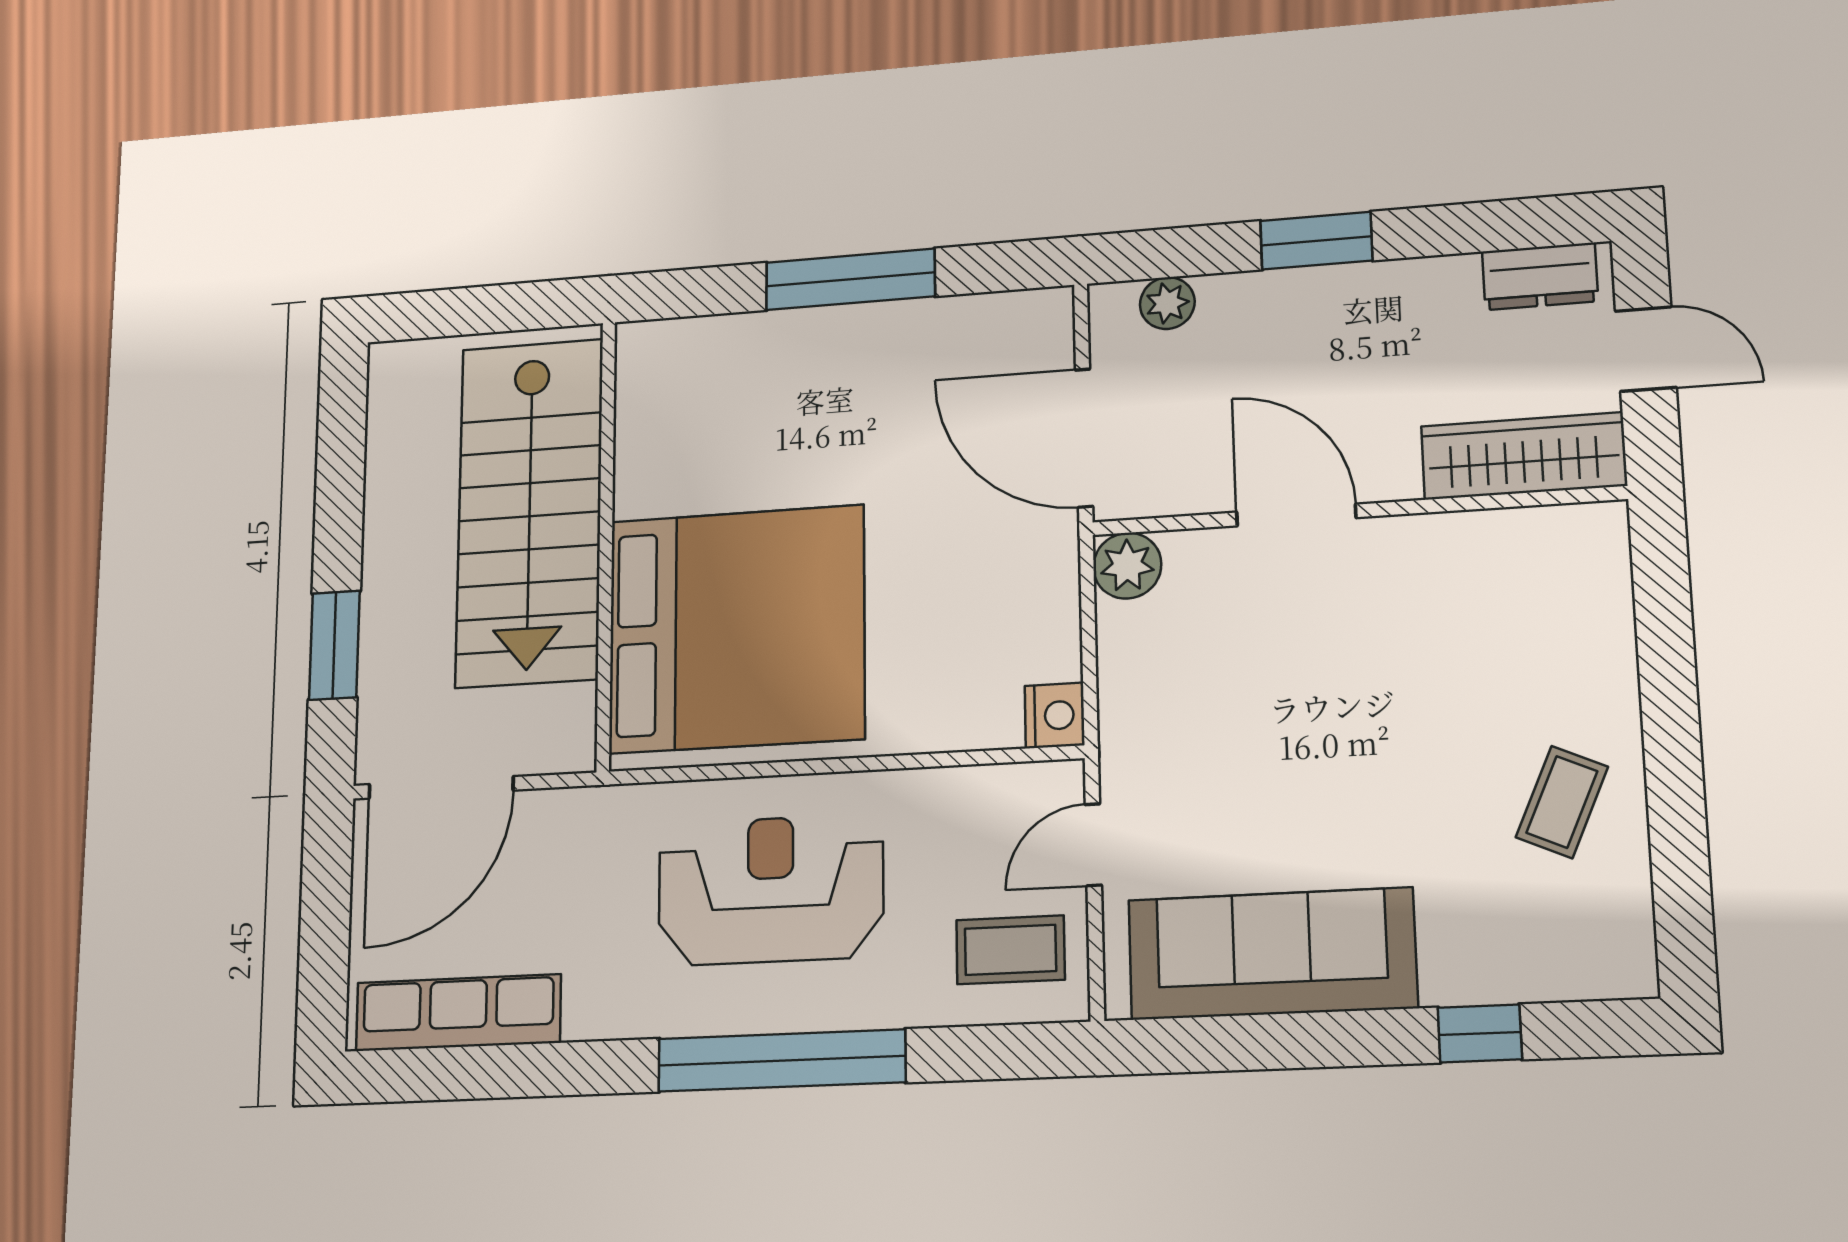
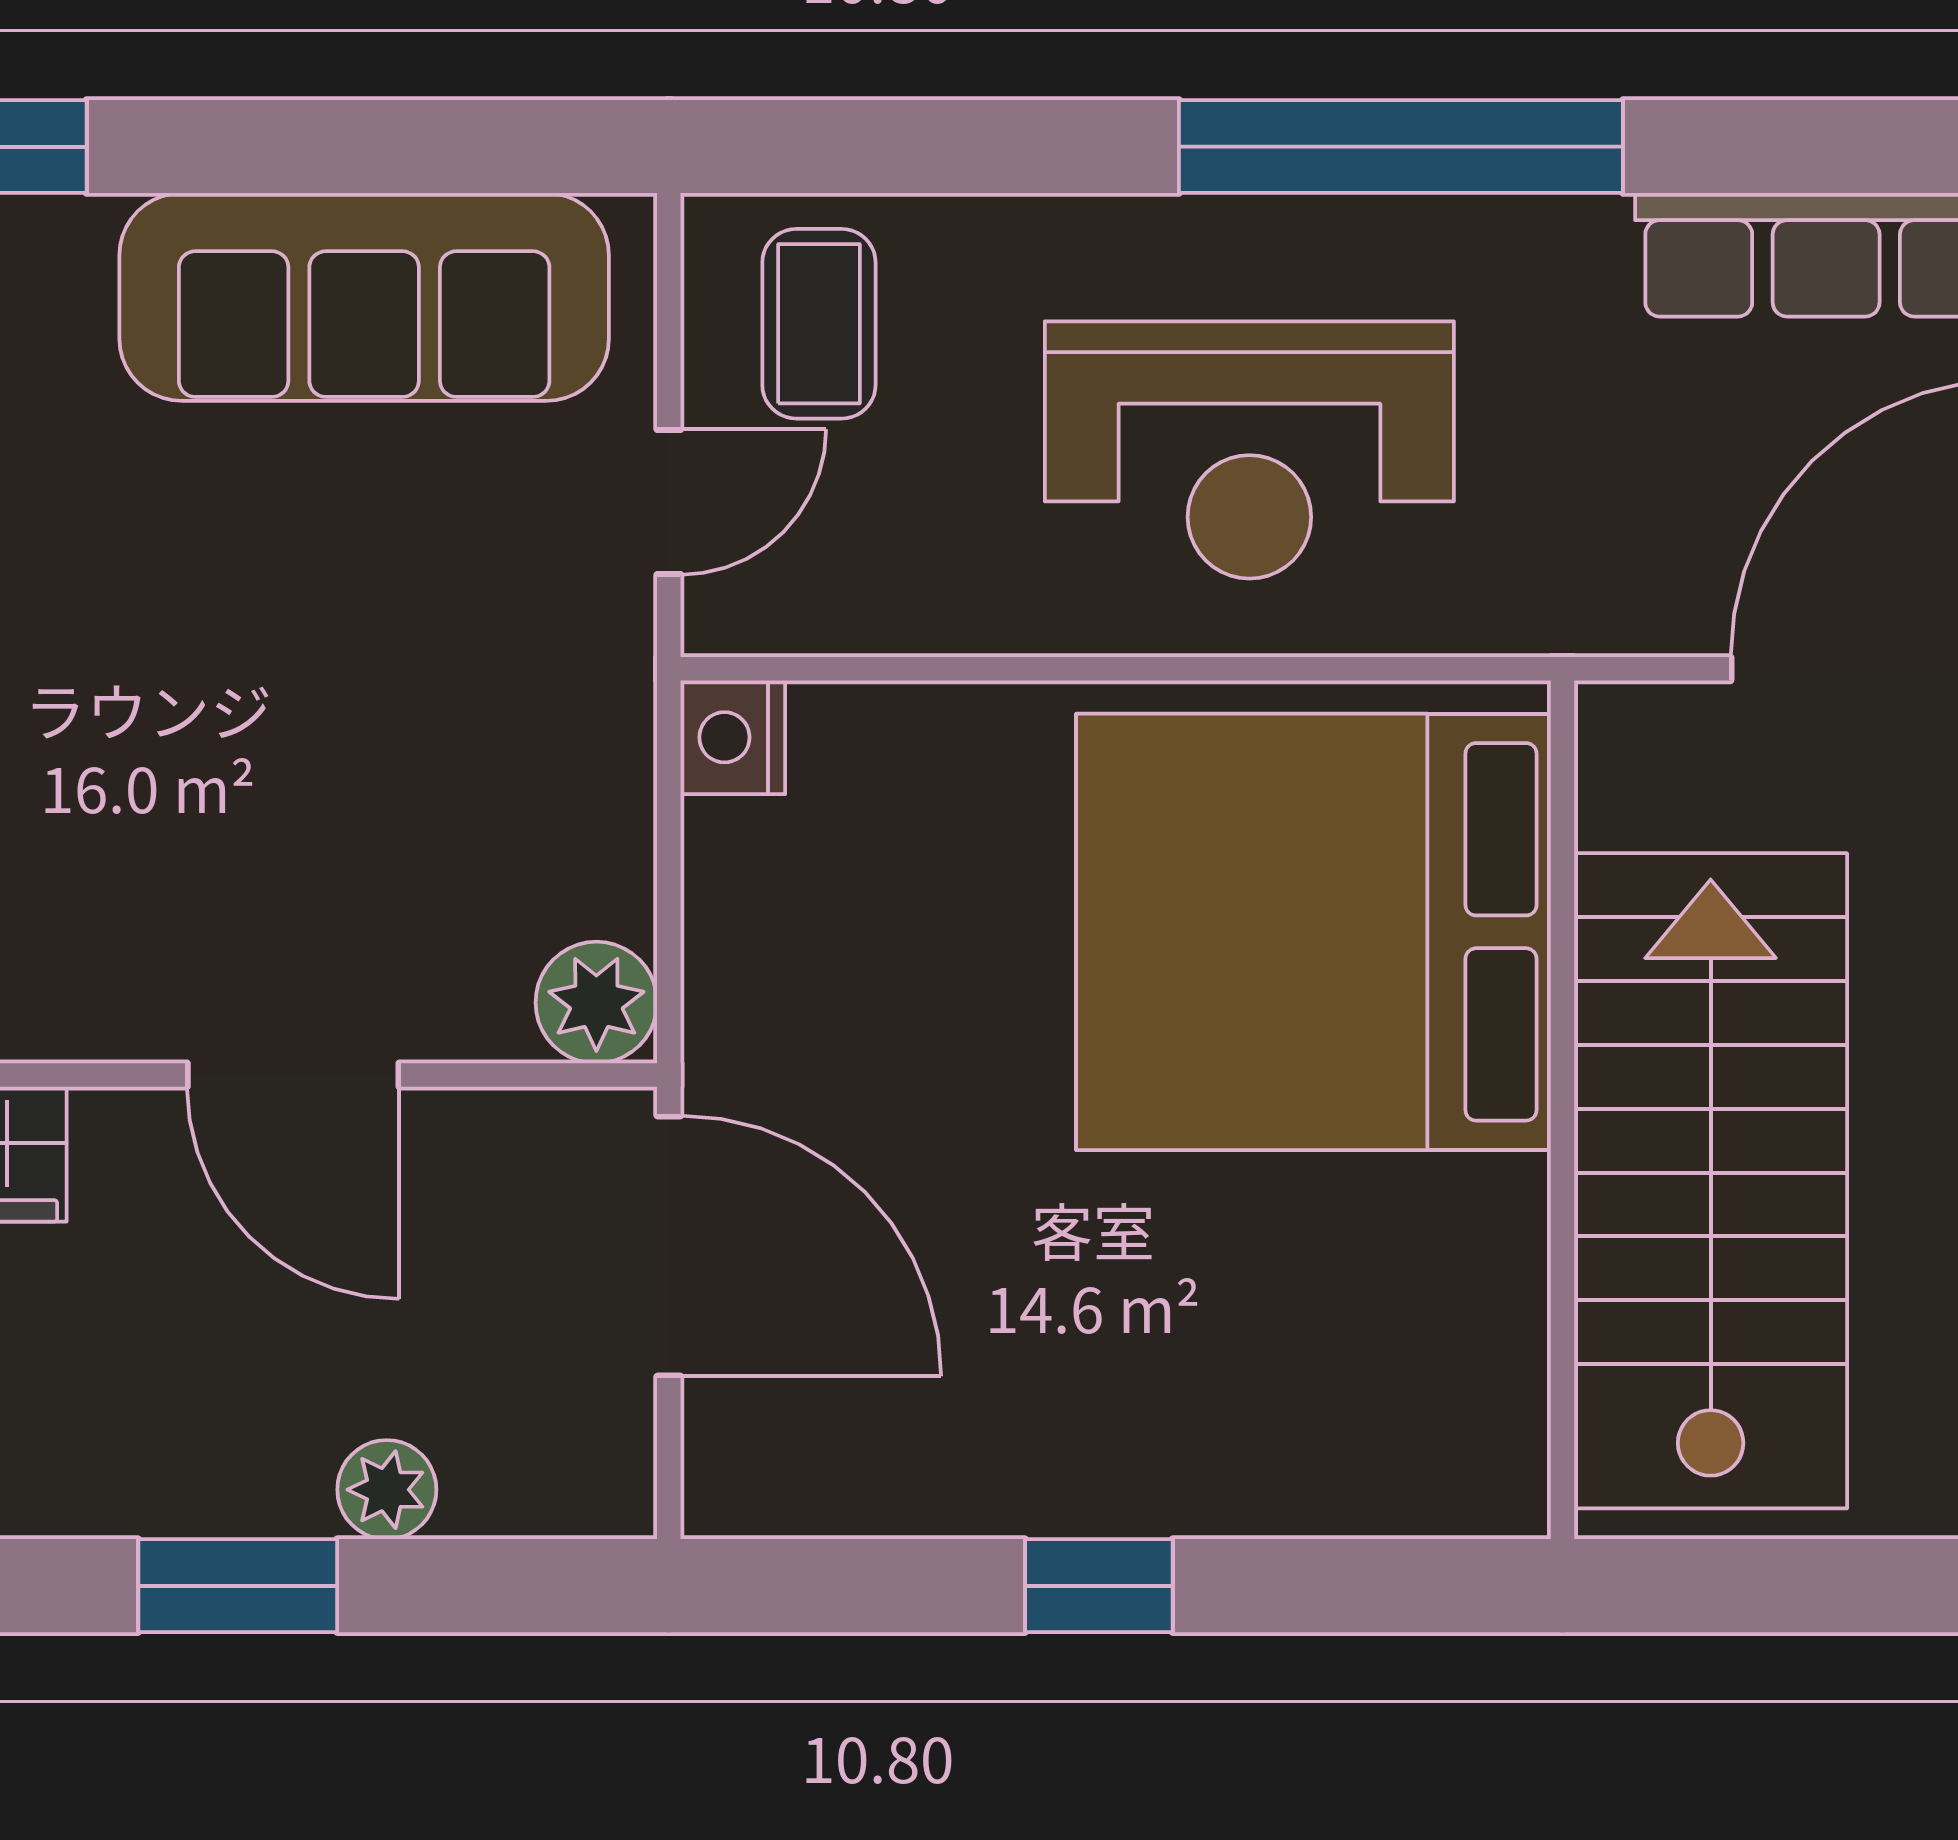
window: (850, 279) -> (1099, 1586), width x0.46
plant: (1167, 303) -> (387, 1490), moved
coffee table: (1010, 950) -> (819, 324), turned 90
window: (781, 1061) -> (1401, 147), moved

